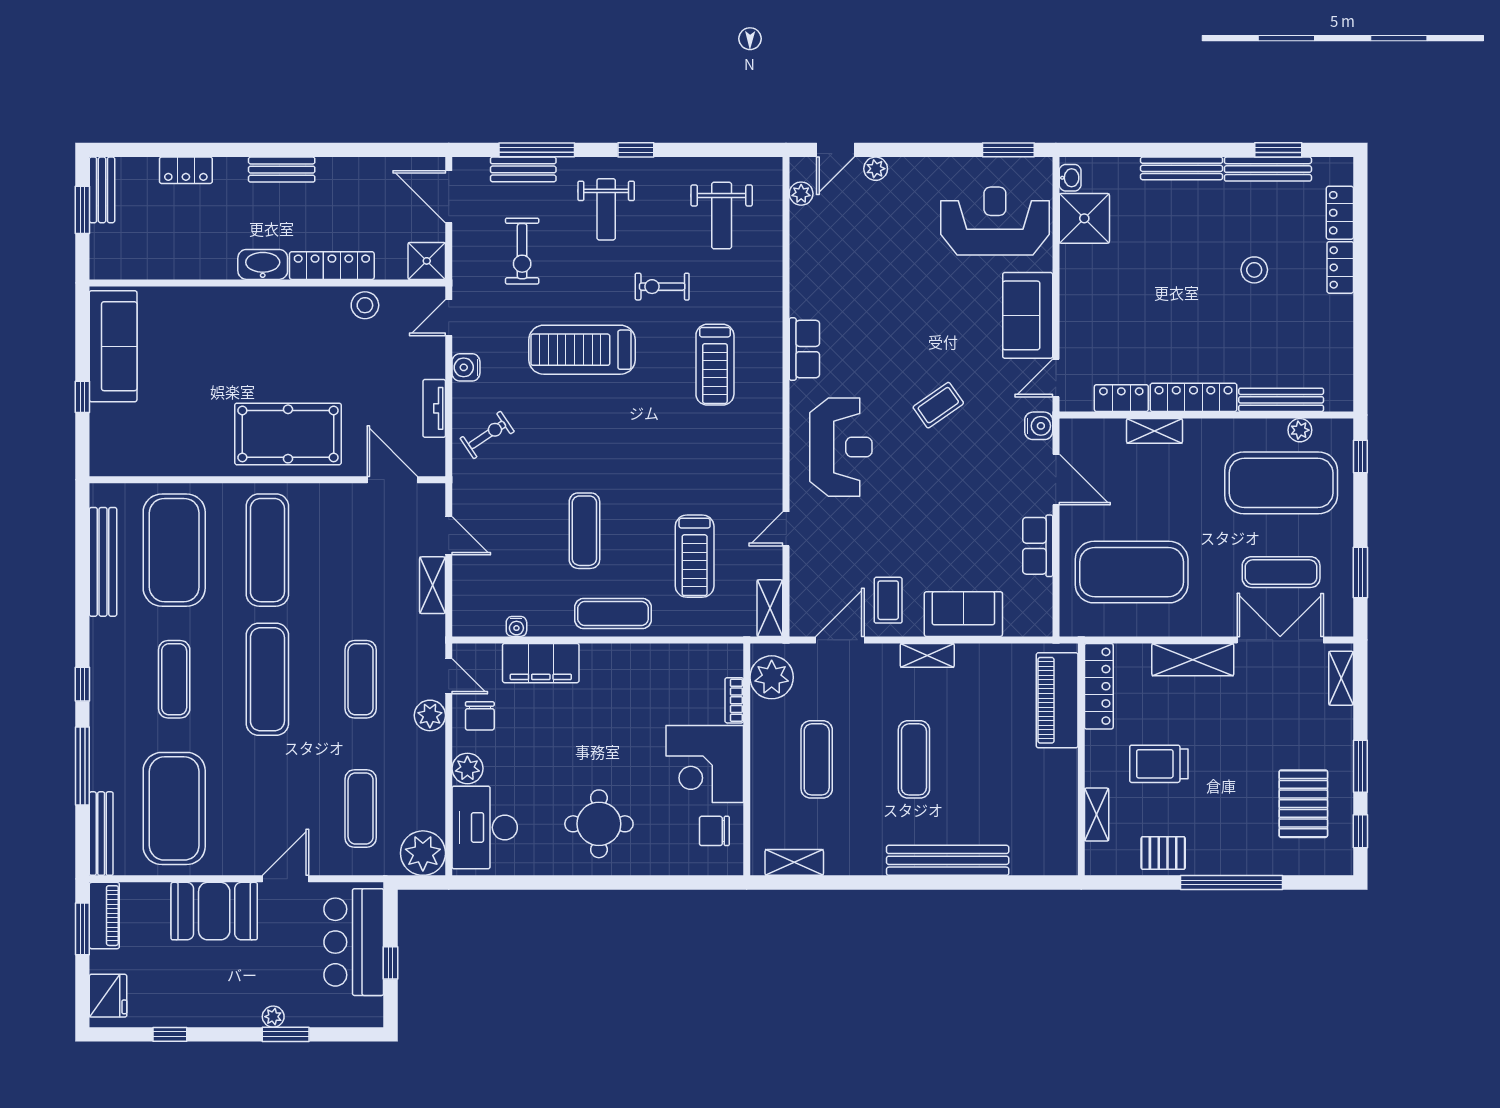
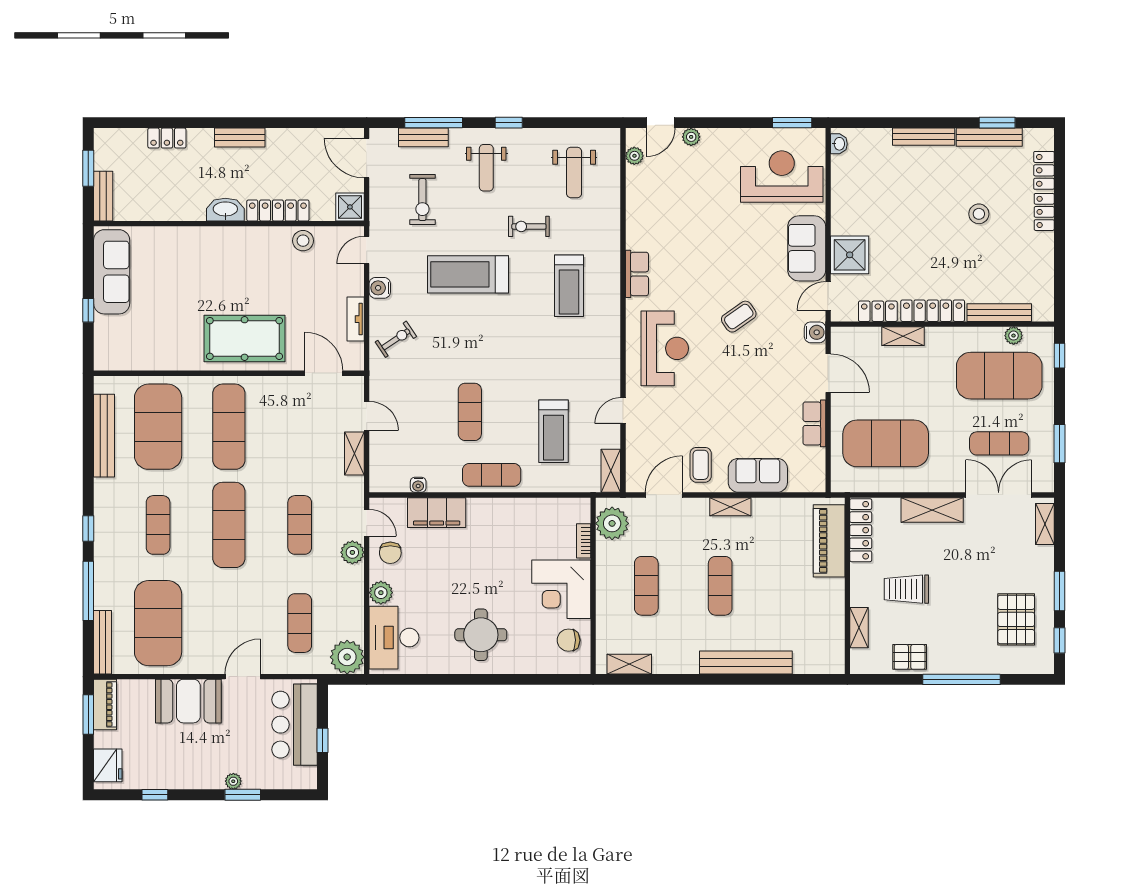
bench: (102, 190) -> (103, 196), moved
shower: (1084, 218) -> (850, 255), moved

